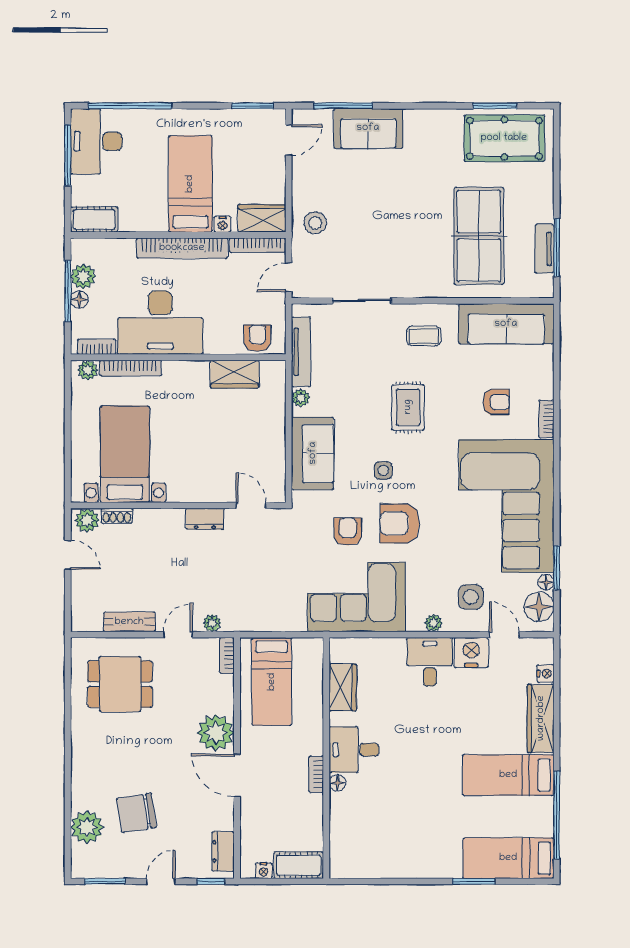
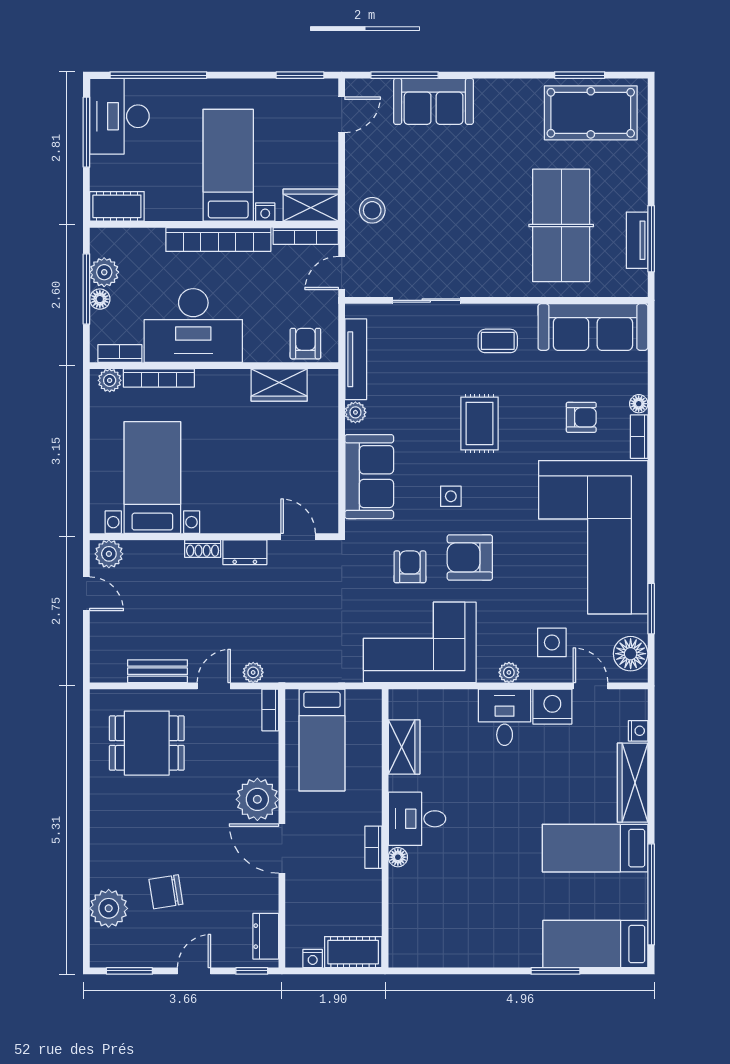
shoe rack: (117, 516) -> (203, 549), moved
floor lamp: (546, 582) -> (639, 404), moved
chair: (137, 813) -> (166, 892), width x0.73, depth x0.73

